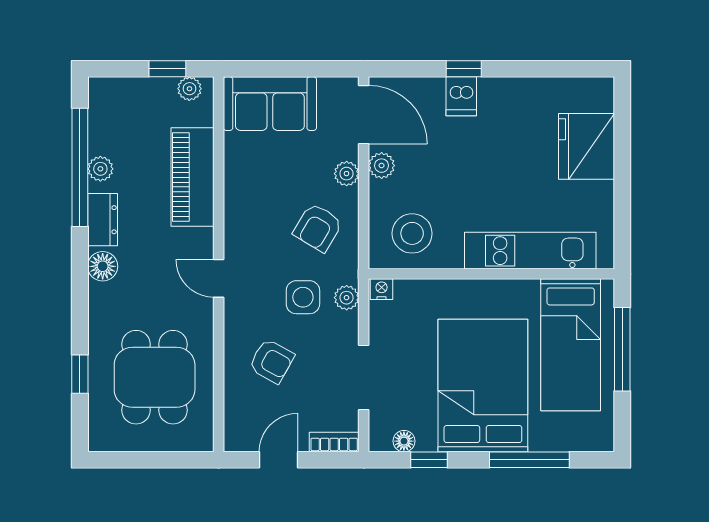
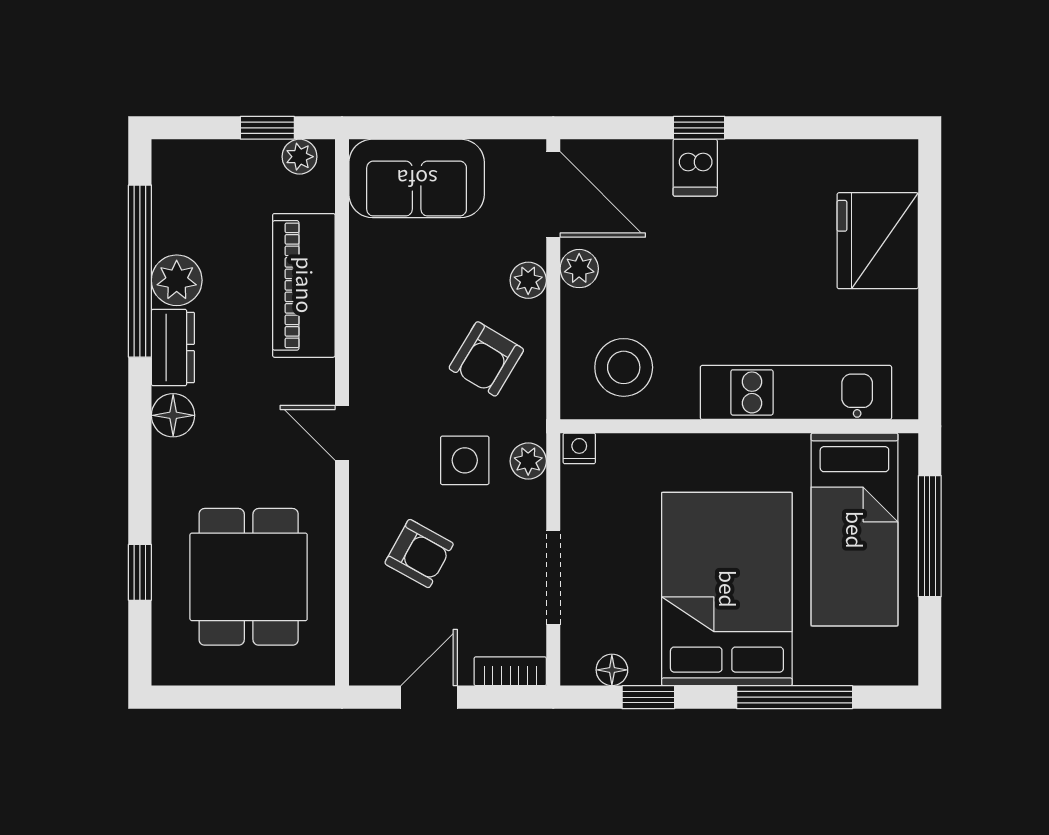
plant: (100, 169) -> (177, 280), width x1.38, depth x1.38

